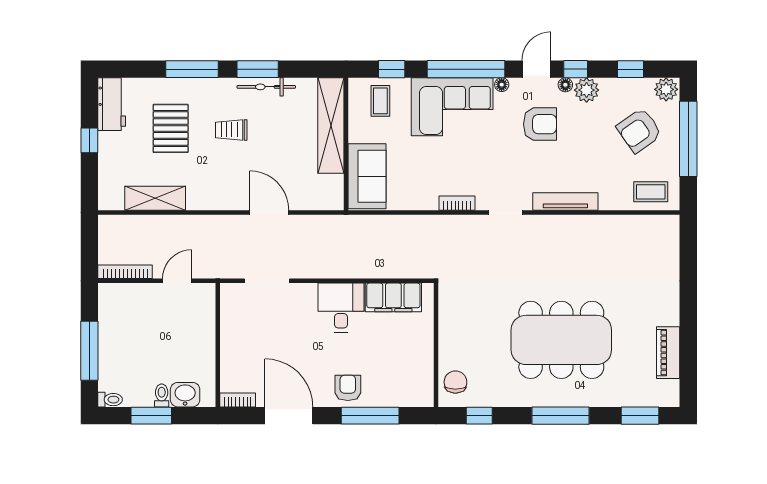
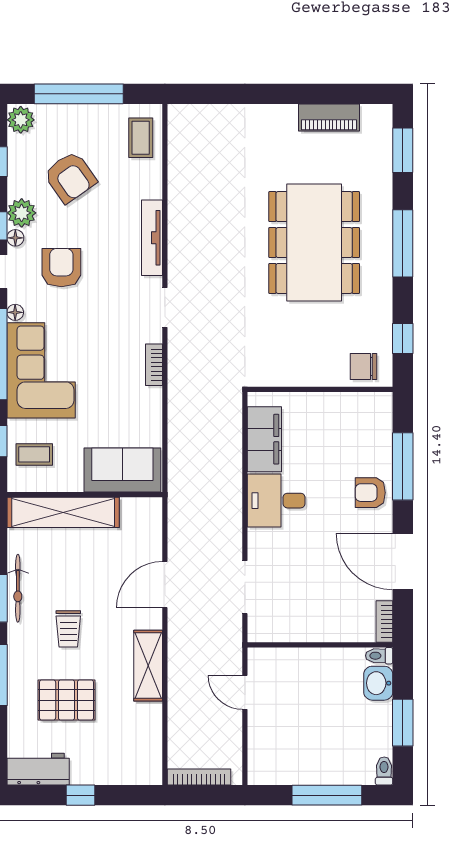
armchair: (639, 130) -> (70, 177), moved
shelving: (155, 198) -> (148, 666), moved
bookcase: (125, 272) -> (199, 777), moved, turned 90
toilet: (162, 395) -> (379, 656), moved
door: (289, 416) -> (403, 562), hinge flipped

